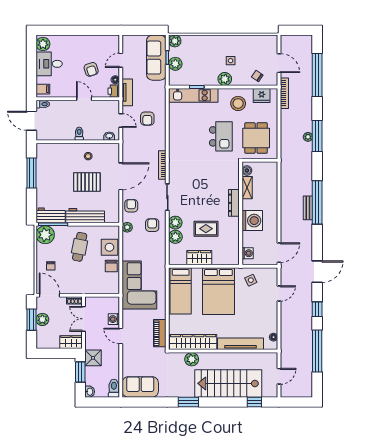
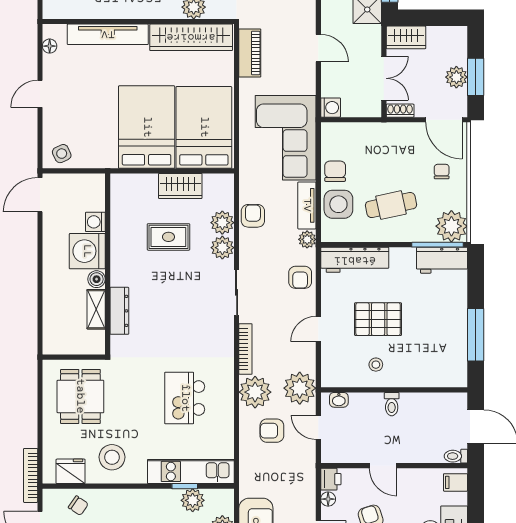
plant: (225, 79) -> (193, 500), moved
tv unit: (127, 92) -> (307, 205), moved
armchair: (147, 119) -> (272, 431), turned -90
kitchen island: (221, 136) -> (185, 398), moved
plant: (157, 141) -> (255, 392), added
plant: (131, 143) -> (300, 388), added
boiler: (247, 170) -> (97, 279), moved
door: (121, 176) -> (318, 329), width x0.53
dresser: (234, 203) -> (119, 311), moved
workbench: (85, 216) -> (355, 260), moved
armchair: (152, 225) -> (253, 216), moved, turned 180
cafe table: (80, 247) -> (391, 205), turned 67
washing machine: (248, 253) -> (95, 222), moved
side table: (251, 280) -> (62, 154), moved
bed: (181, 291) -> (204, 127), width x1.50
door: (279, 294) -> (40, 94), moved
washing machine: (114, 319) -> (331, 108), moved

